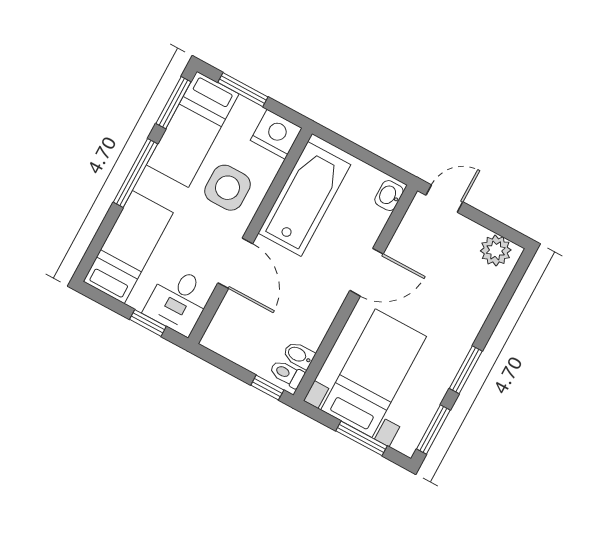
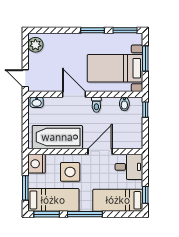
window: (148, 323) -> (145, 195), moved
toilet: (287, 374) -> (96, 105), moved

